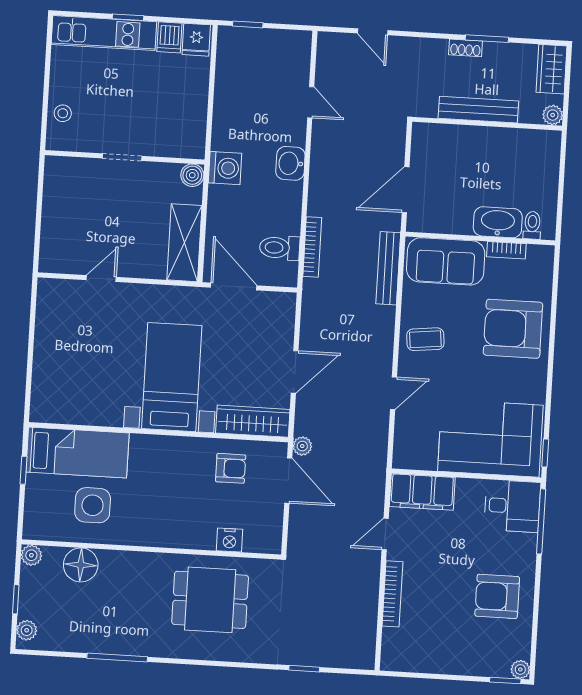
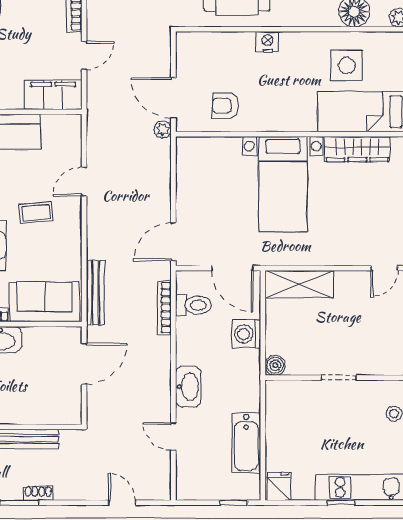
dishwasher: (169, 37) -> (303, 487), removed
bathtub: (230, 90) -> (246, 443), added
washbasin: (290, 163) -> (188, 387), width x1.38
washing machine: (225, 168) -> (246, 334), moved
shelving: (184, 243) -> (299, 284), moved, turned 90
door: (101, 279) -> (384, 268), moved
coffee table: (425, 339) -> (36, 213), moved
door: (295, 372) -> (173, 242), moved
wardrobe: (253, 421) -> (357, 149), moved
nightstand: (229, 540) -> (268, 42), moved

